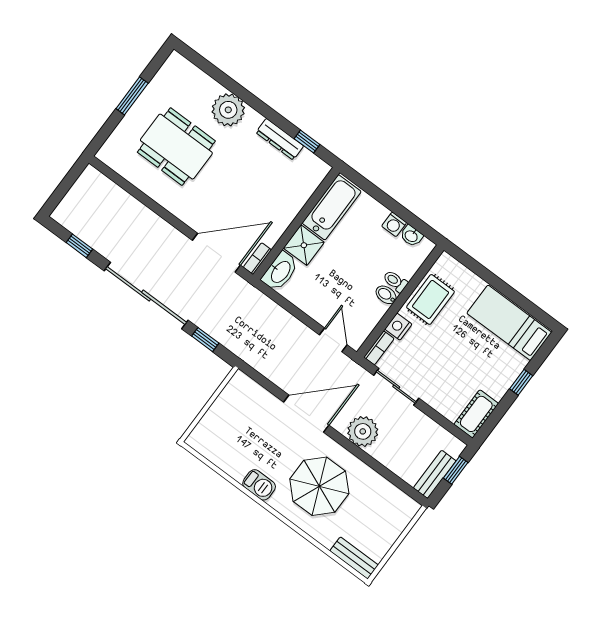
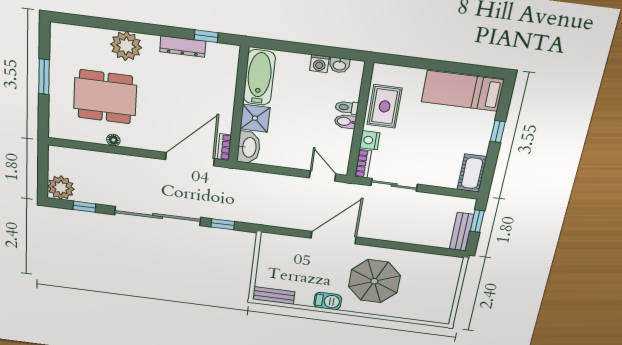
floor lamp: (155, 193) -> (113, 140), added
plant: (363, 431) -> (61, 188), moved
bench: (354, 558) -> (274, 295), moved

